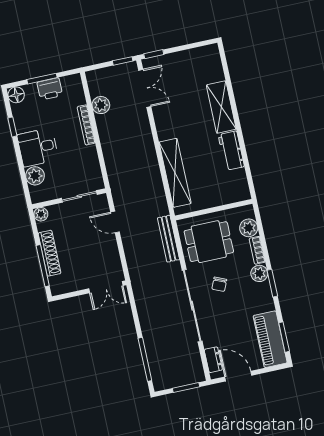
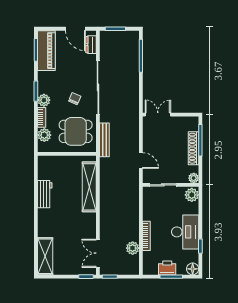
shelving: (221, 107) -> (45, 256), moved
desk: (38, 147) -> (185, 232), width x1.37
plant: (35, 176) -> (192, 195), moved

